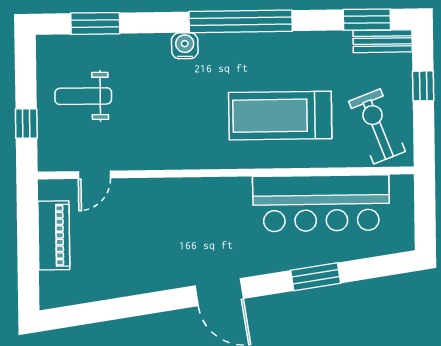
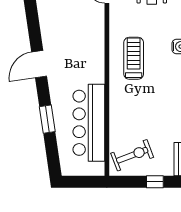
treadmill: (280, 116) -> (134, 58), moved, width x0.73, depth x0.73

